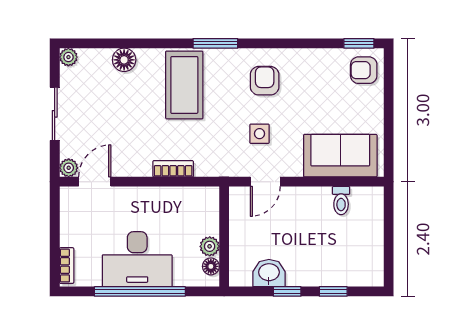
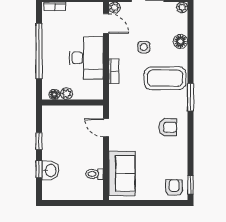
side table: (259, 134) -> (144, 47), moved
desk: (137, 259) -> (86, 58), moved, turned 180
washbasin: (269, 273) -> (50, 170), moved

